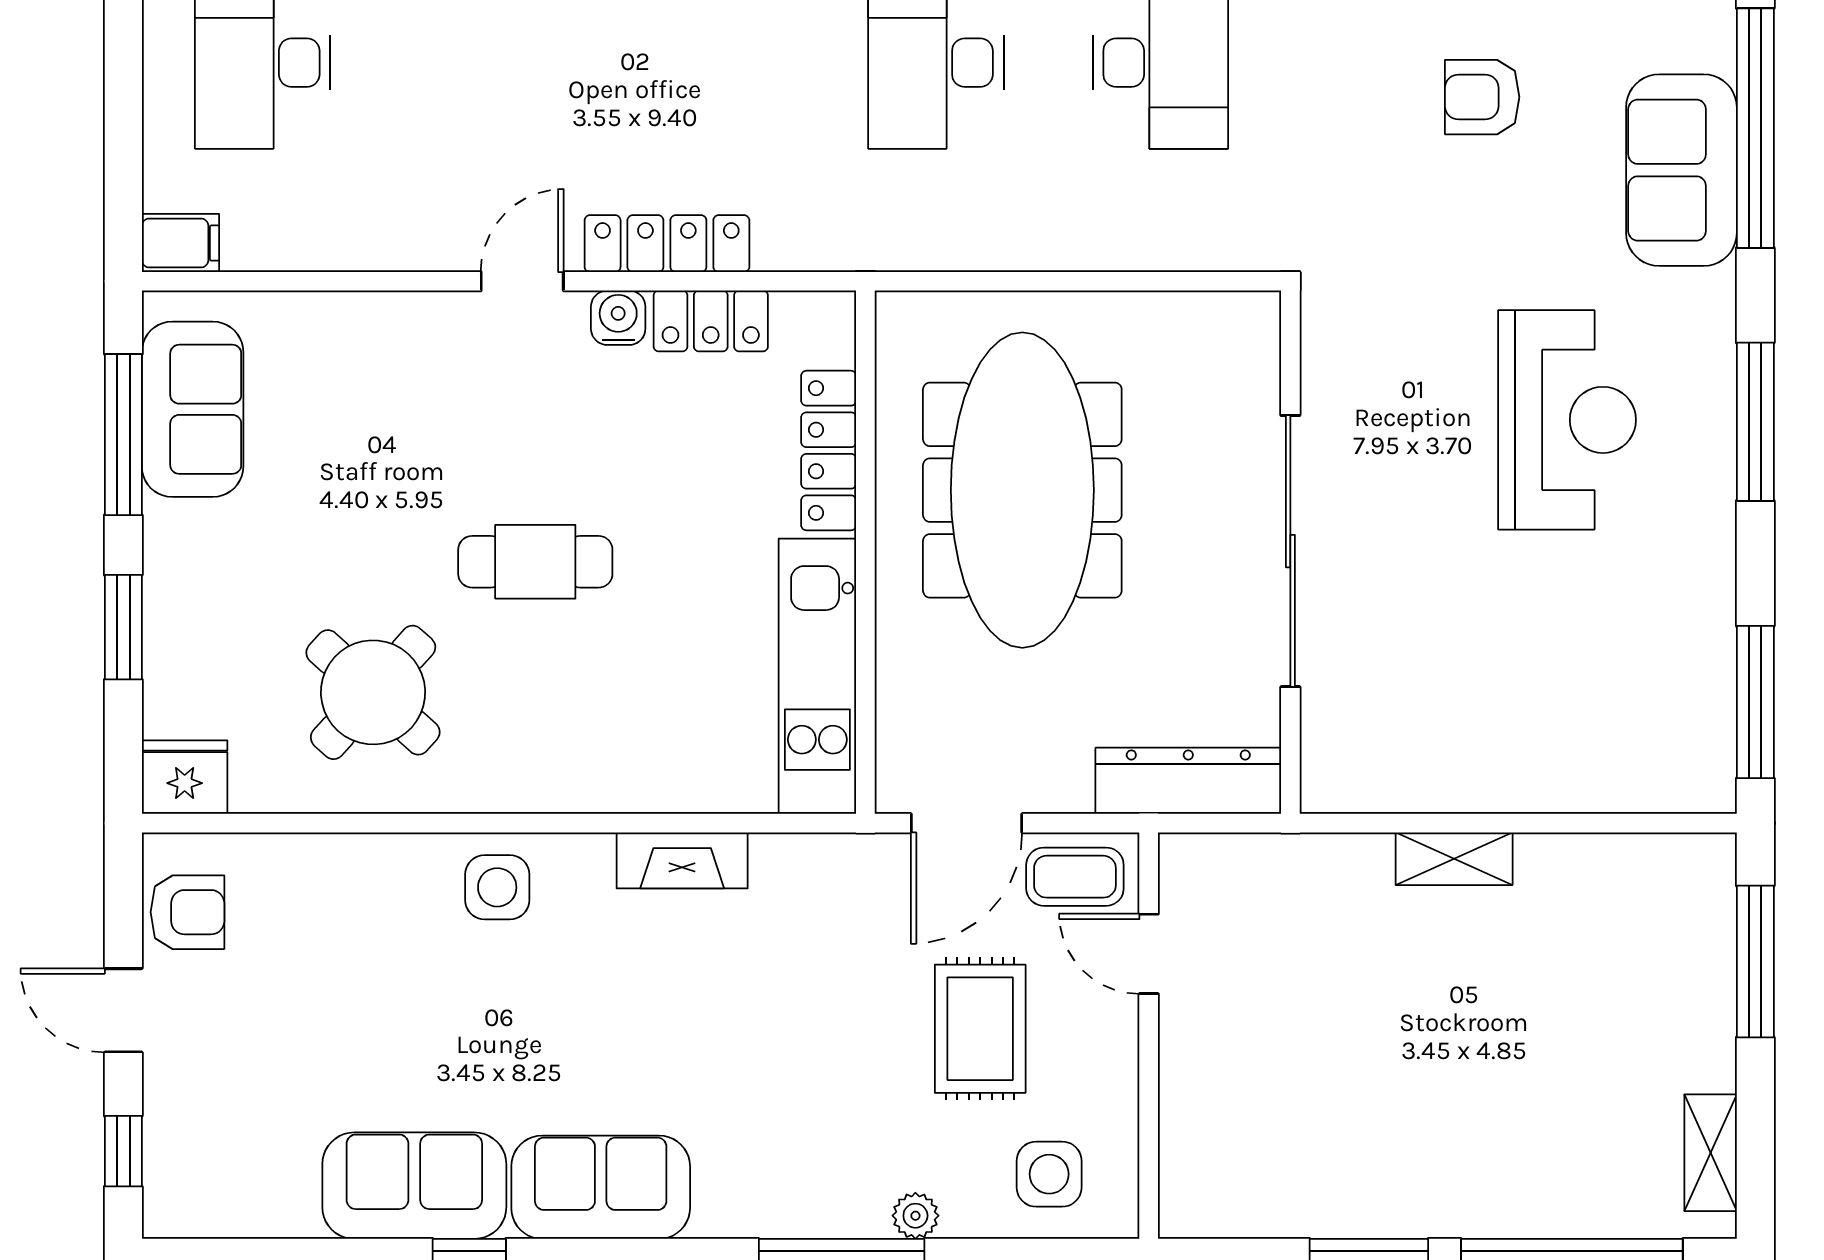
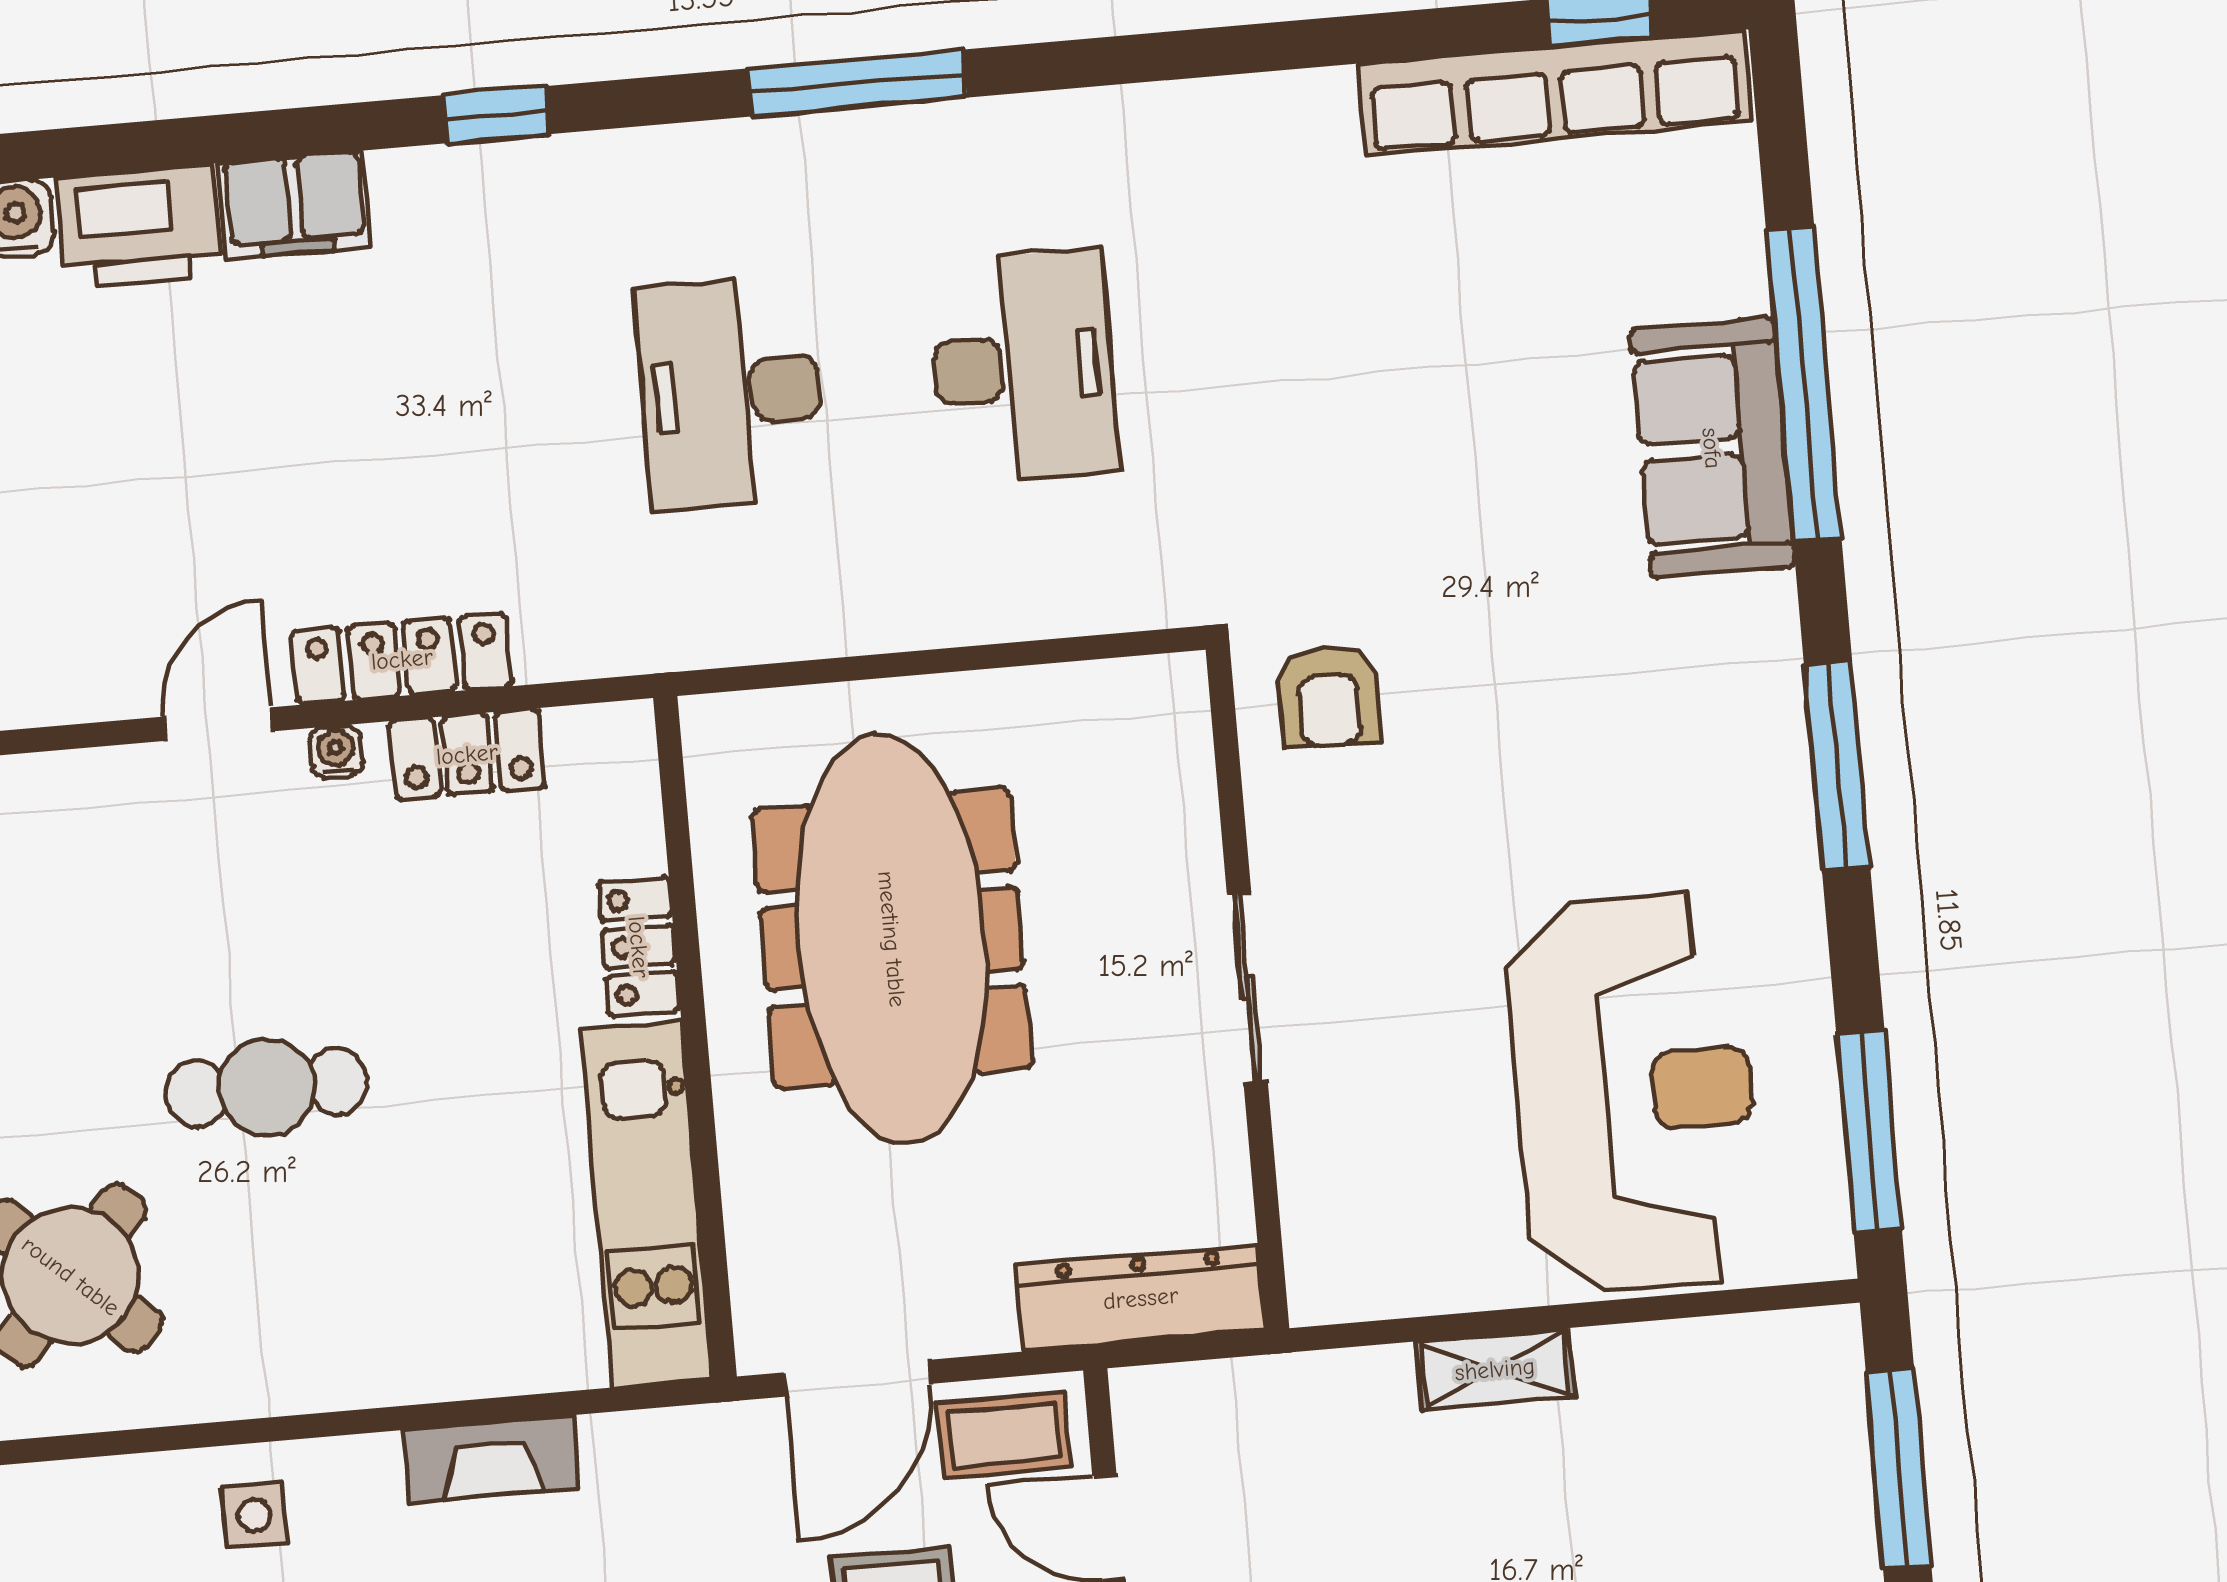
armchair: (1482, 97) -> (1328, 696), moved, turned -90
water cooler: (618, 318) -> (336, 752), width x0.72, depth x0.72
reception desk: (1567, 420) -> (1634, 1094), moved, width x1.36, depth x1.30
locker: (829, 451) -> (639, 947), width x0.66
sliding door: (1290, 551) -> (1247, 987), width x0.54
side table: (497, 887) -> (254, 1515), width x0.73, depth x0.73

